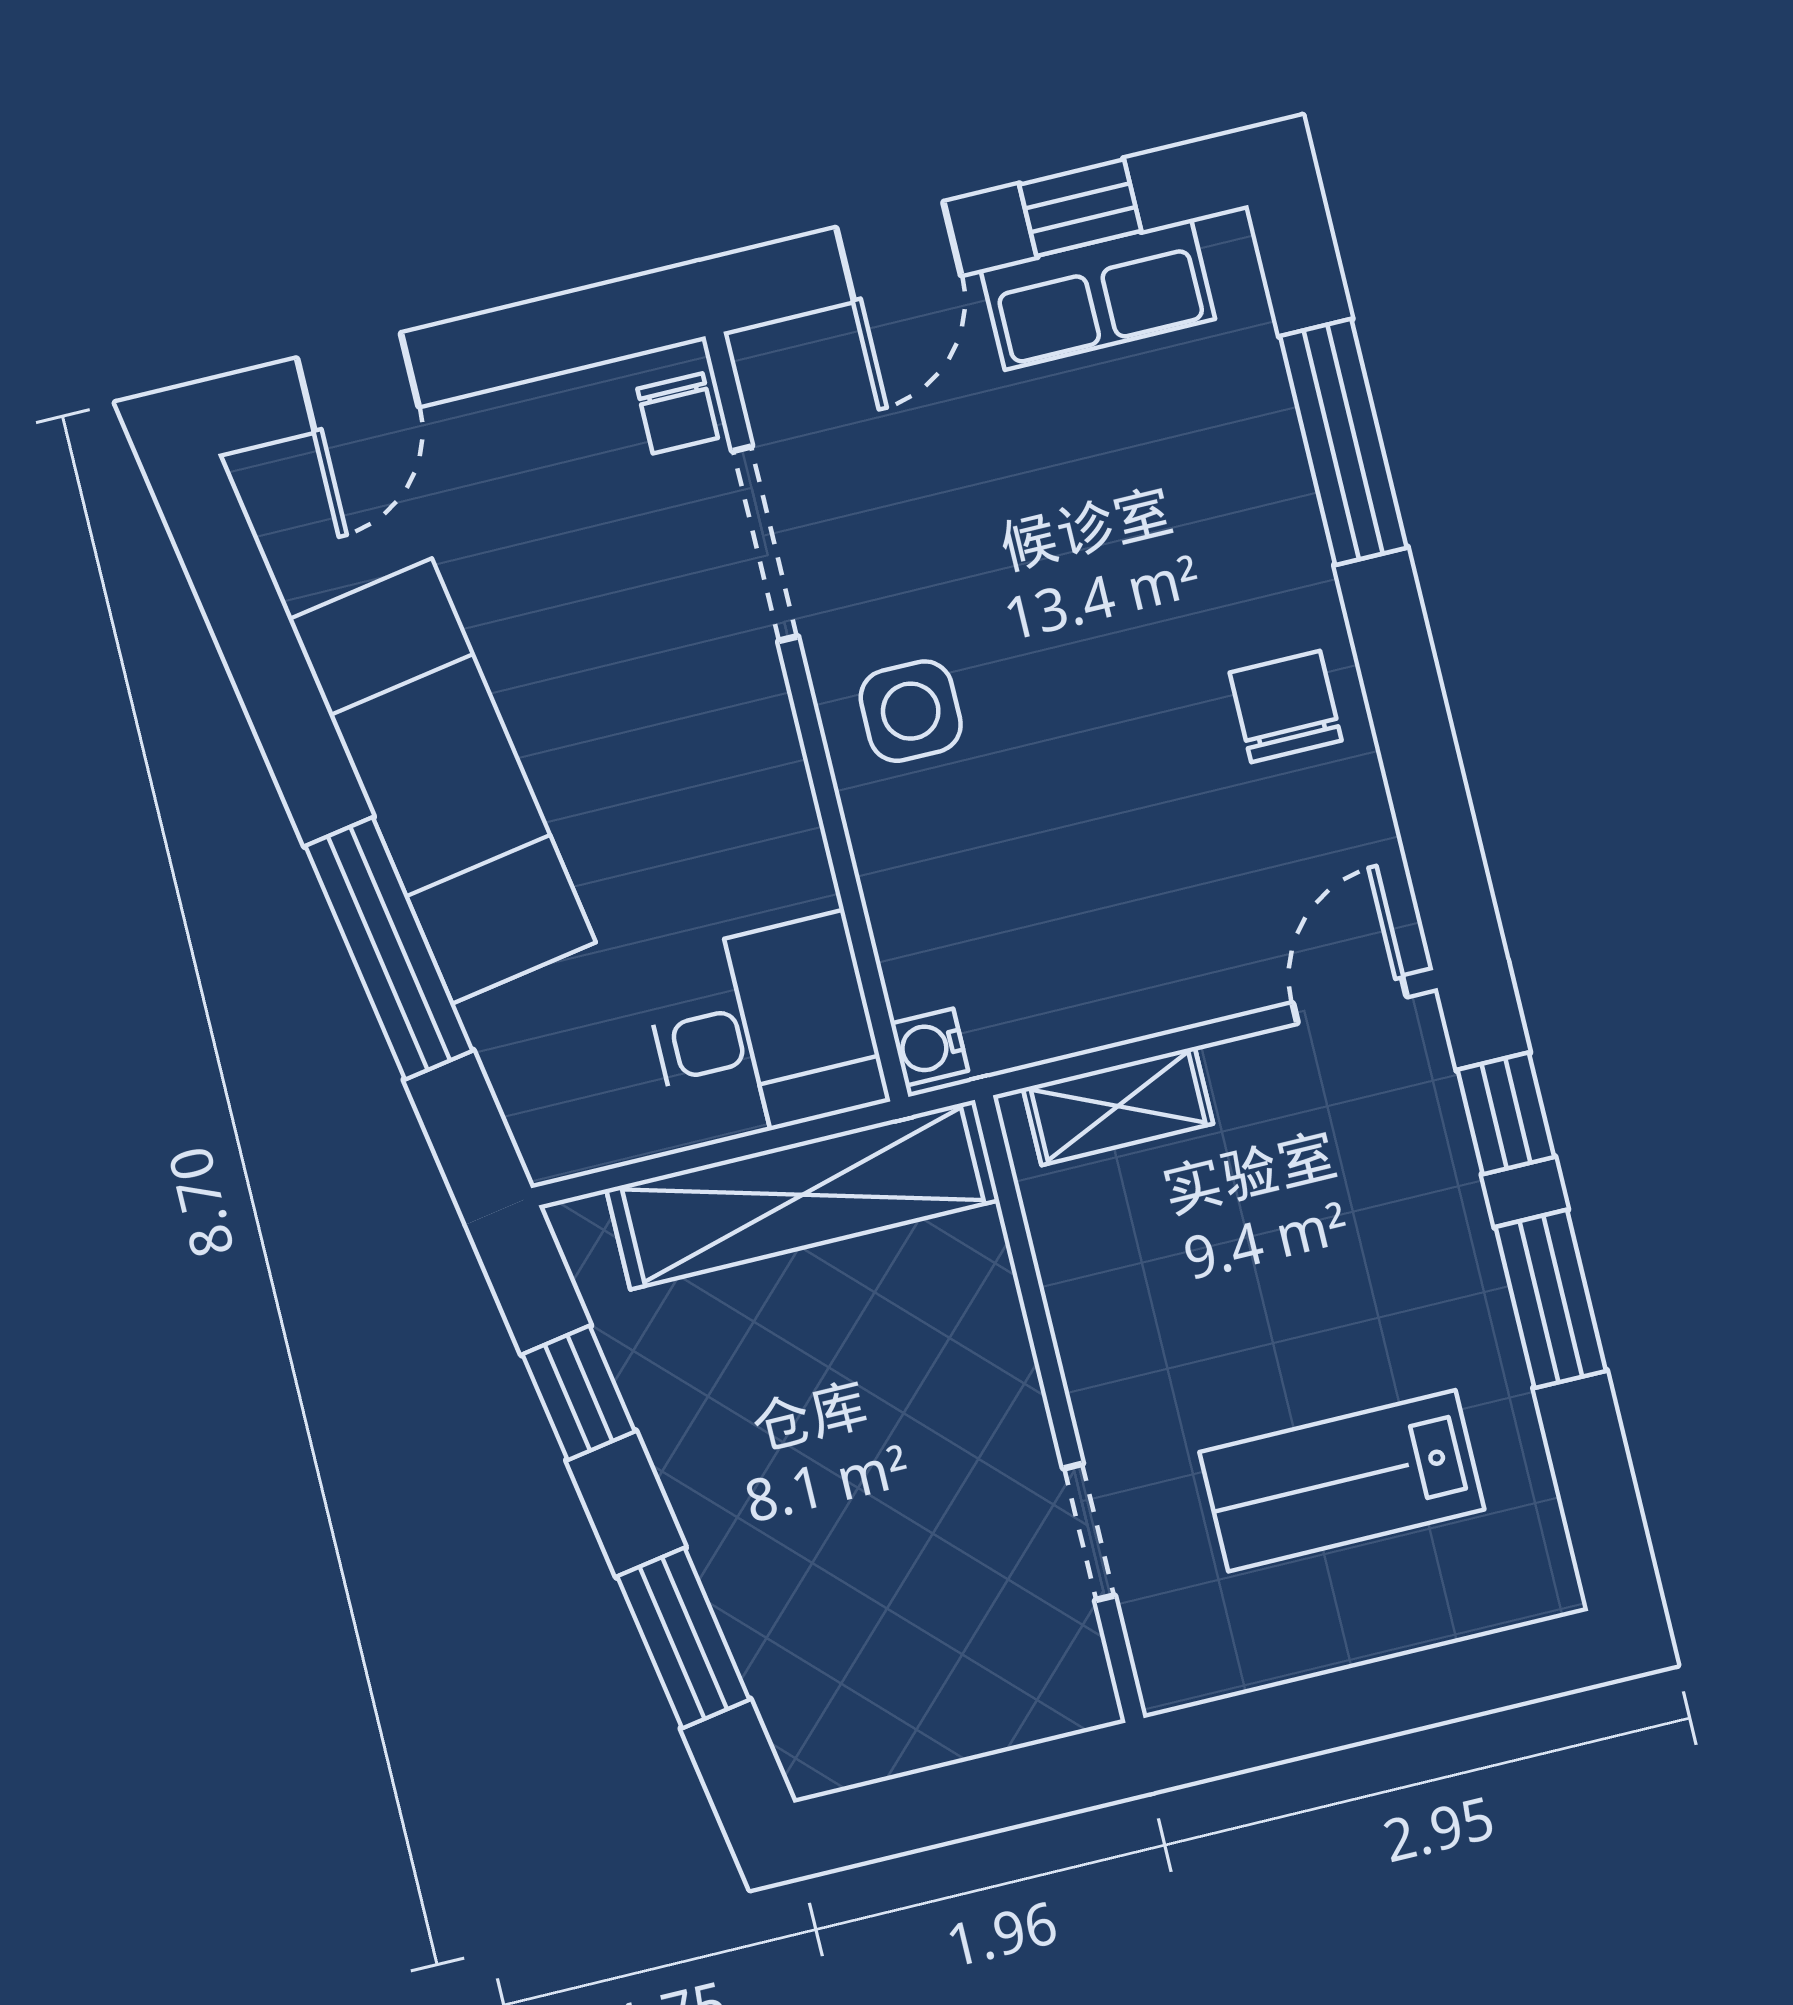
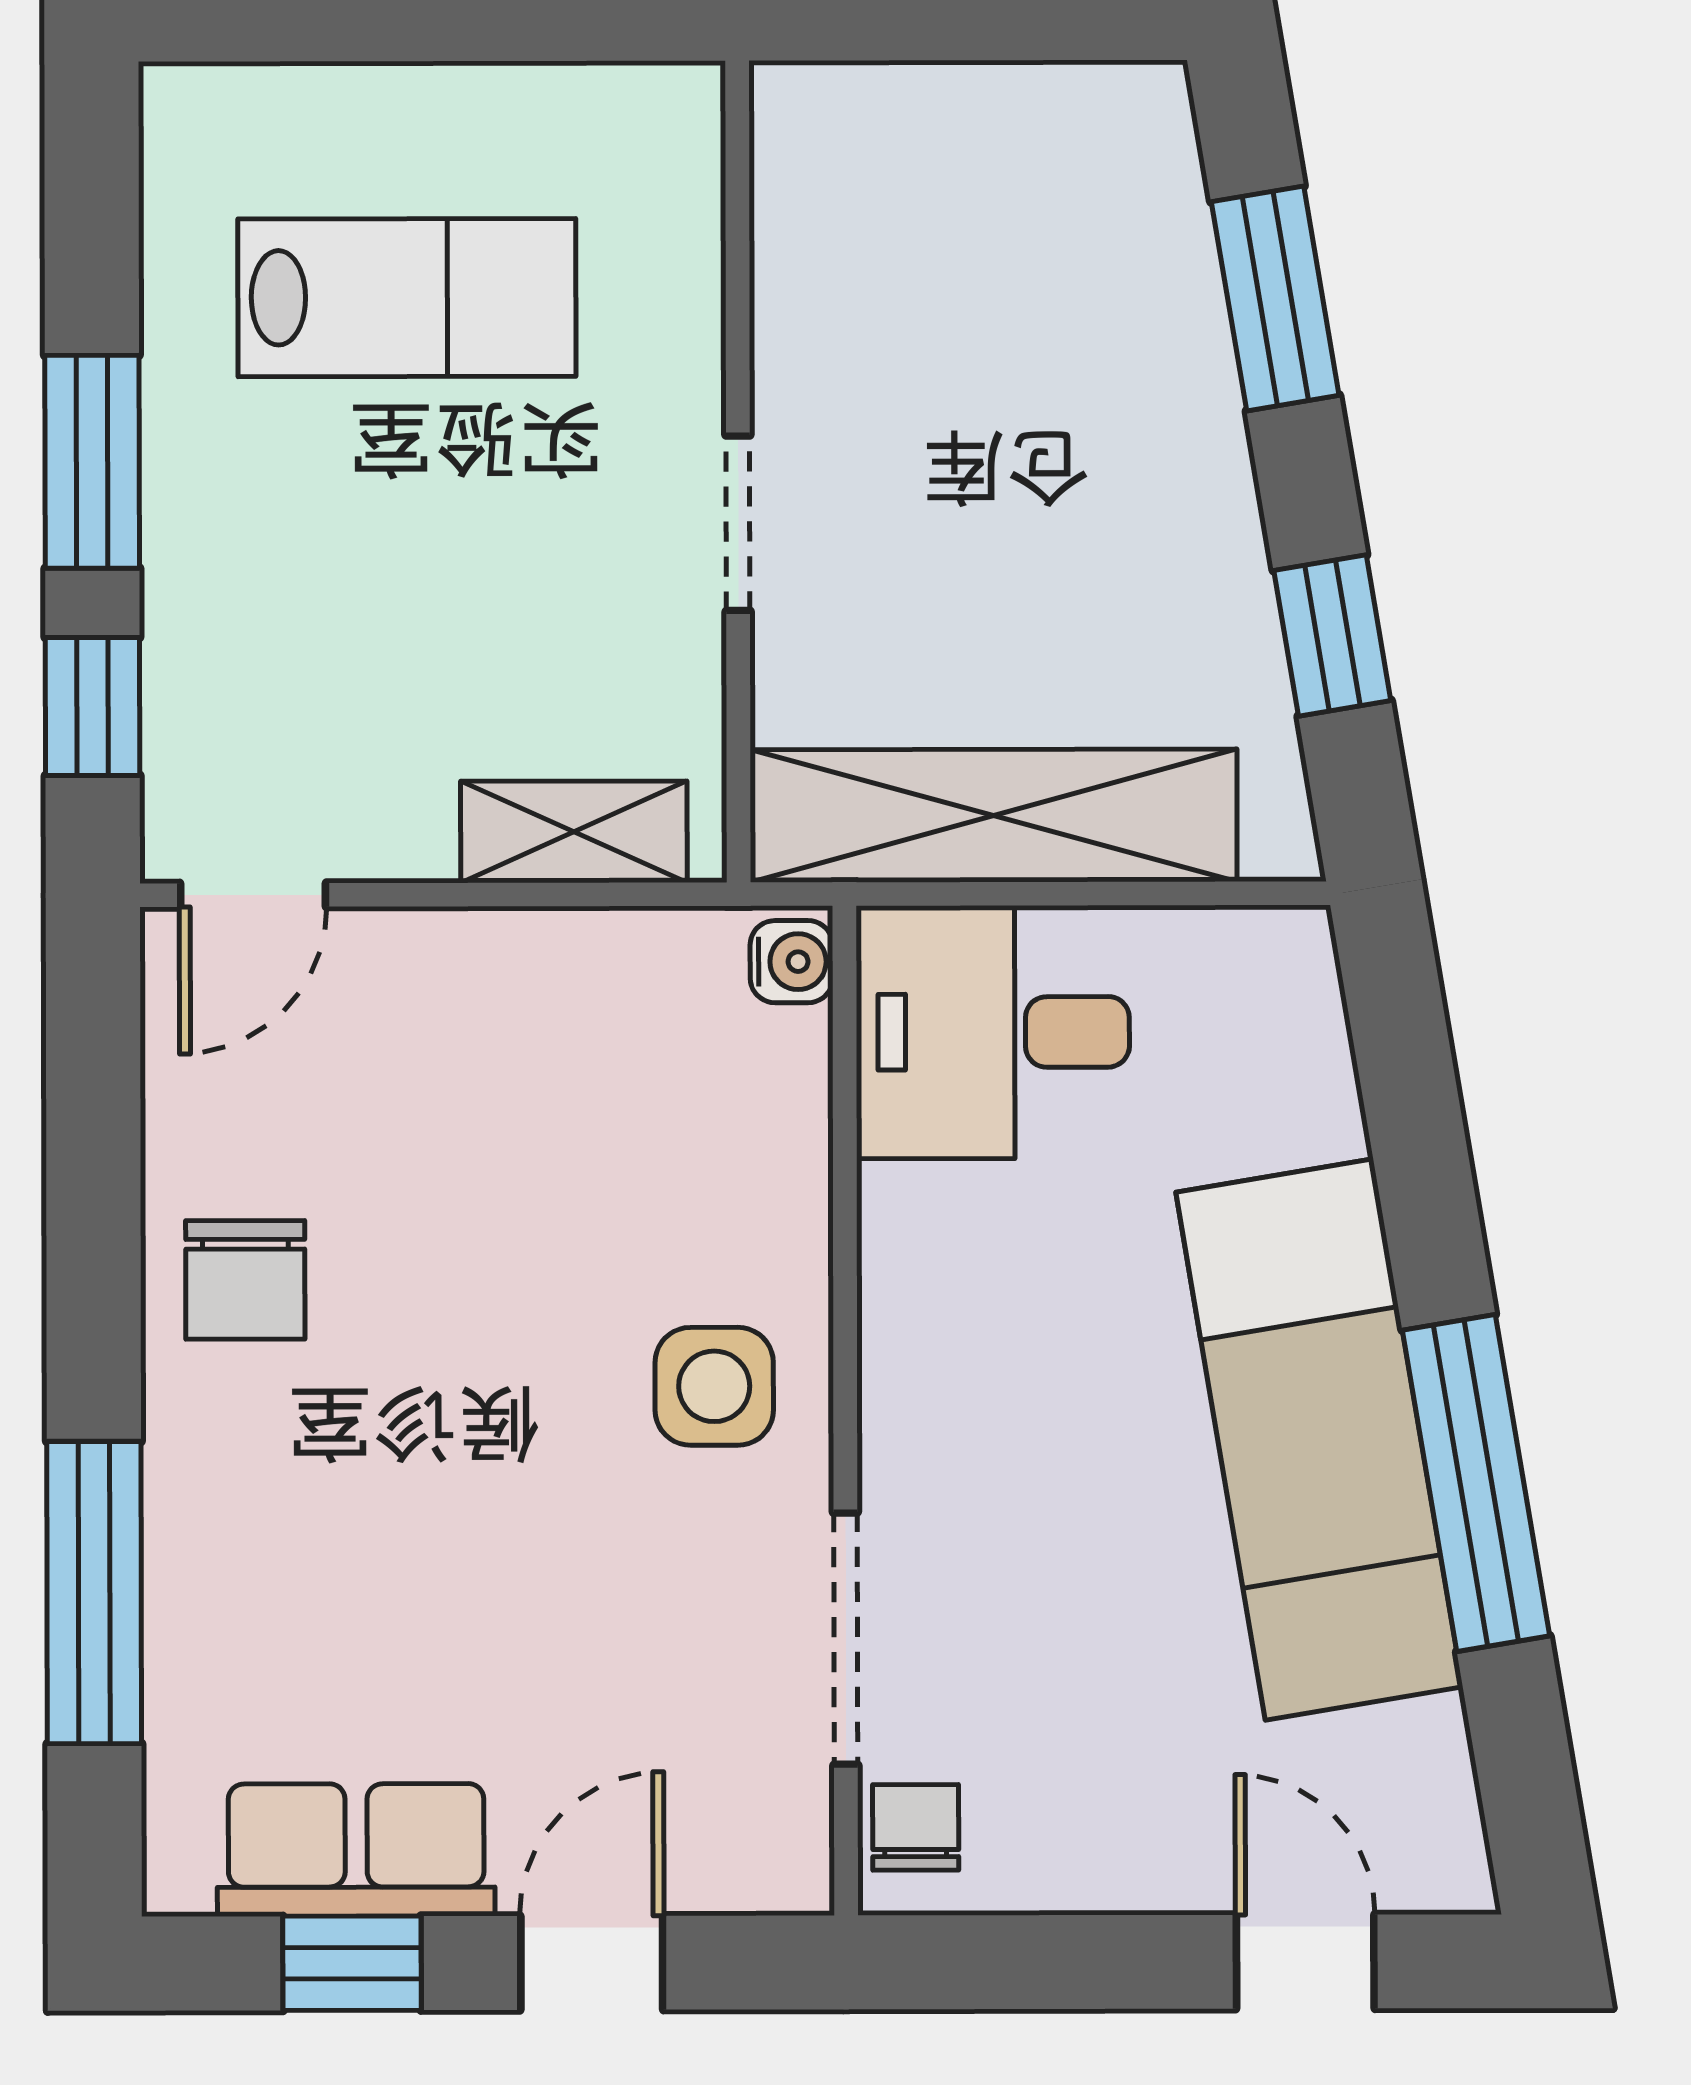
door: (358, 382) -> (1305, 1962), hinge flipped
window: (389, 948) -> (1476, 1483), moved
doorway: (1089, 1532) -> (738, 523), moved

